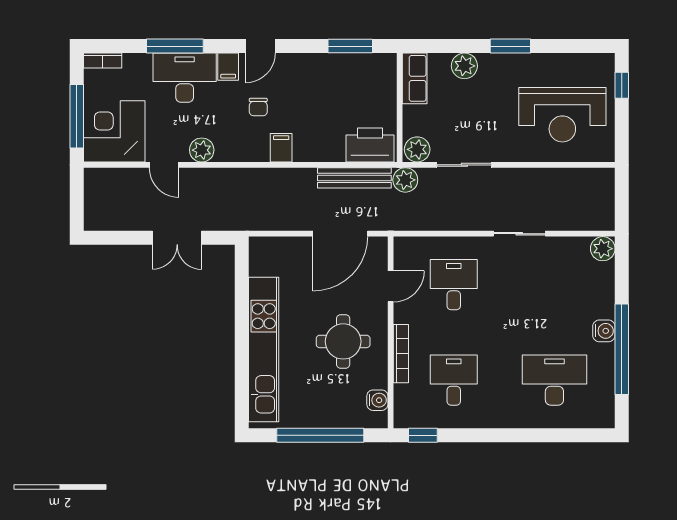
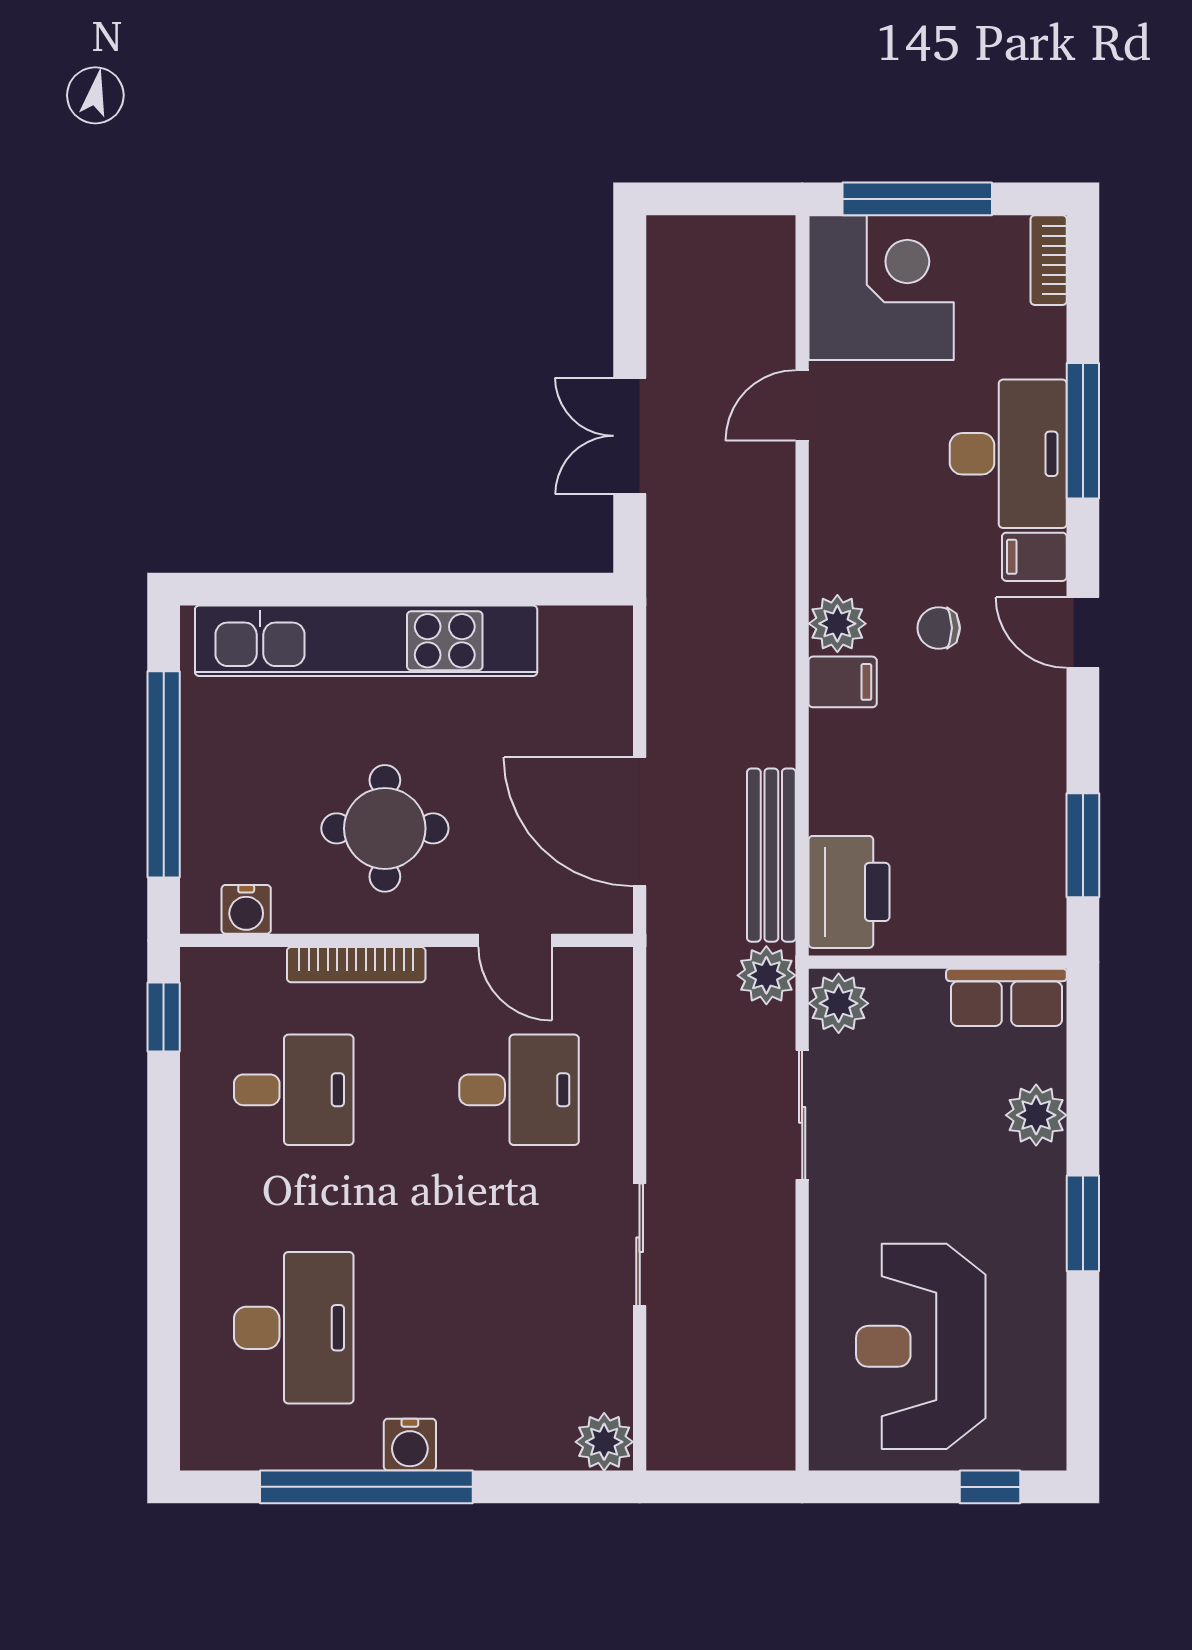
plant: (202, 150) -> (837, 624), moved

